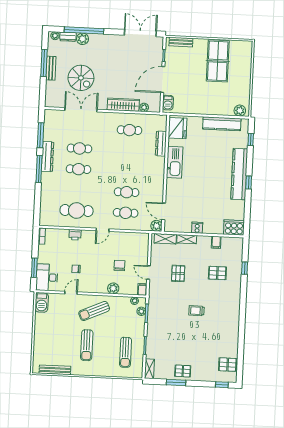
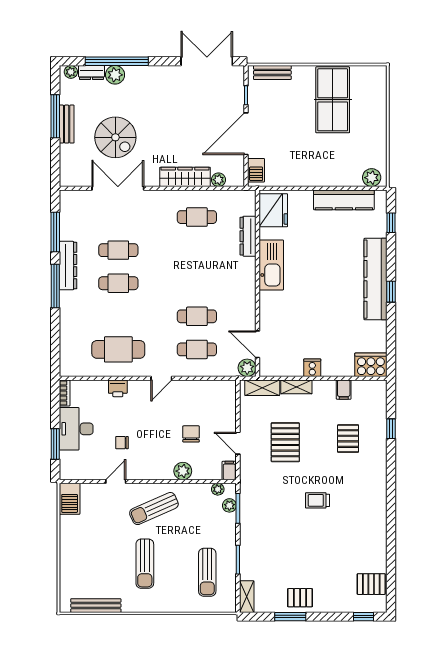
pallet: (178, 273) -> (285, 442), width x1.50, depth x1.42
pallet: (217, 273) -> (348, 439), turned 90
desk: (47, 277) -> (76, 429), moved

